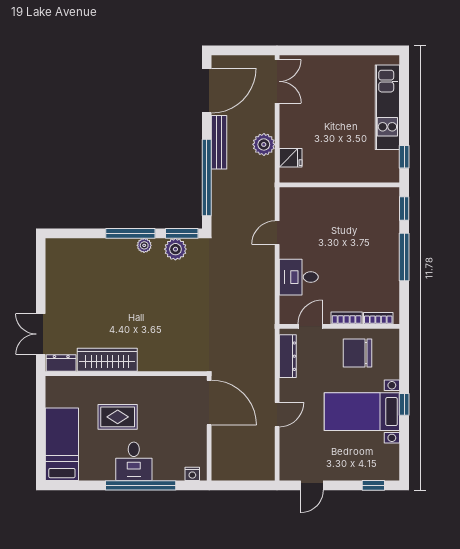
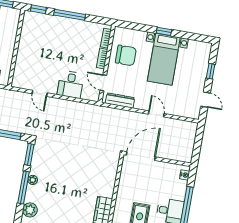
plant: (175, 249) -> (30, 210), moved
chair: (357, 353) -> (126, 55), turned -90
window: (373, 485) -> (211, 71), moved

